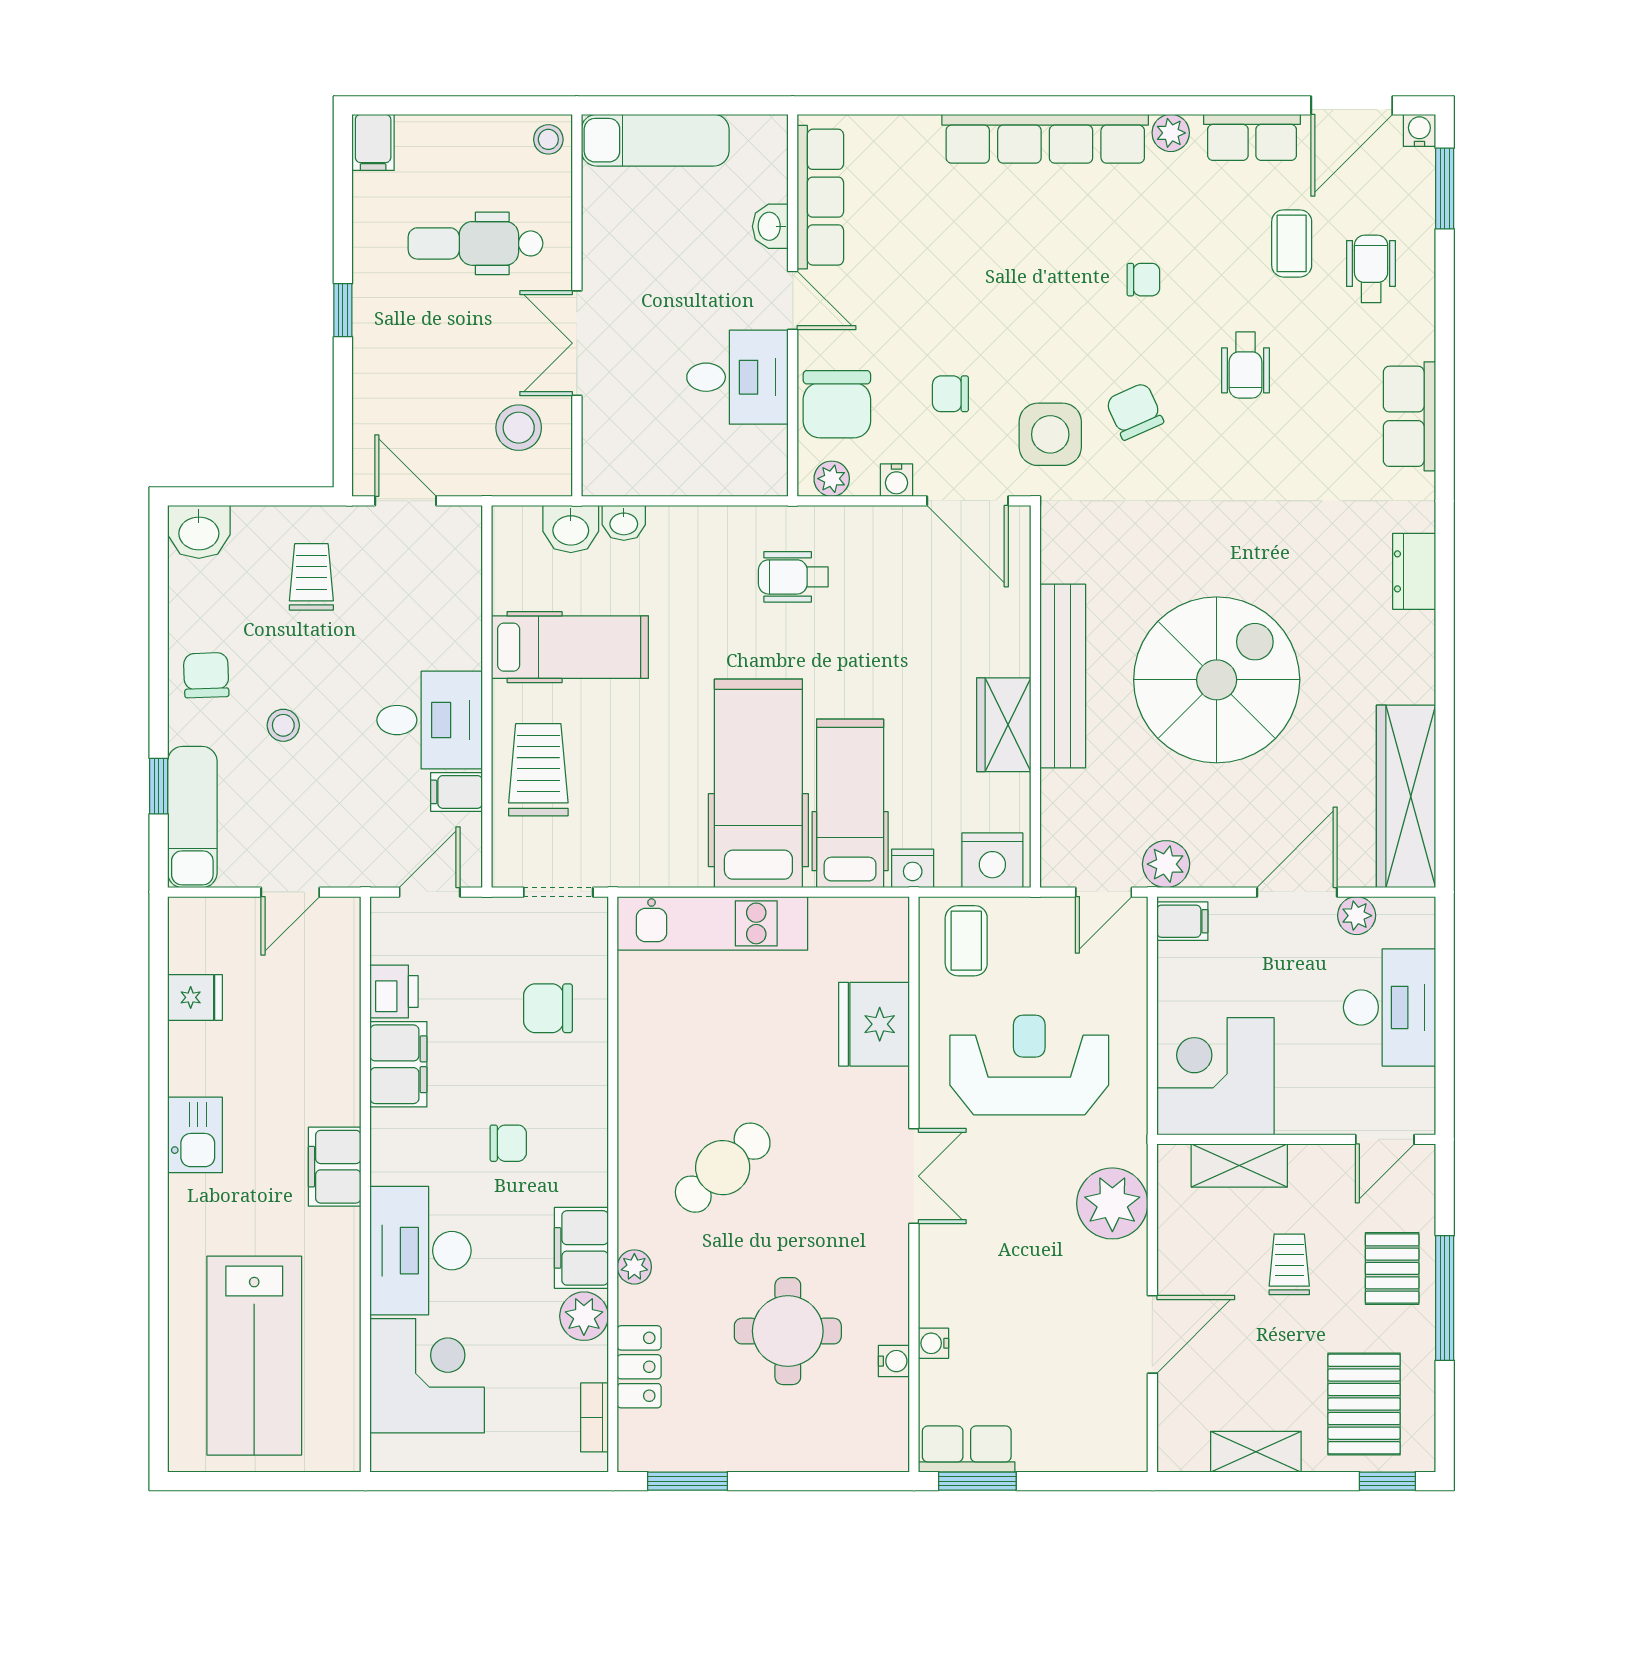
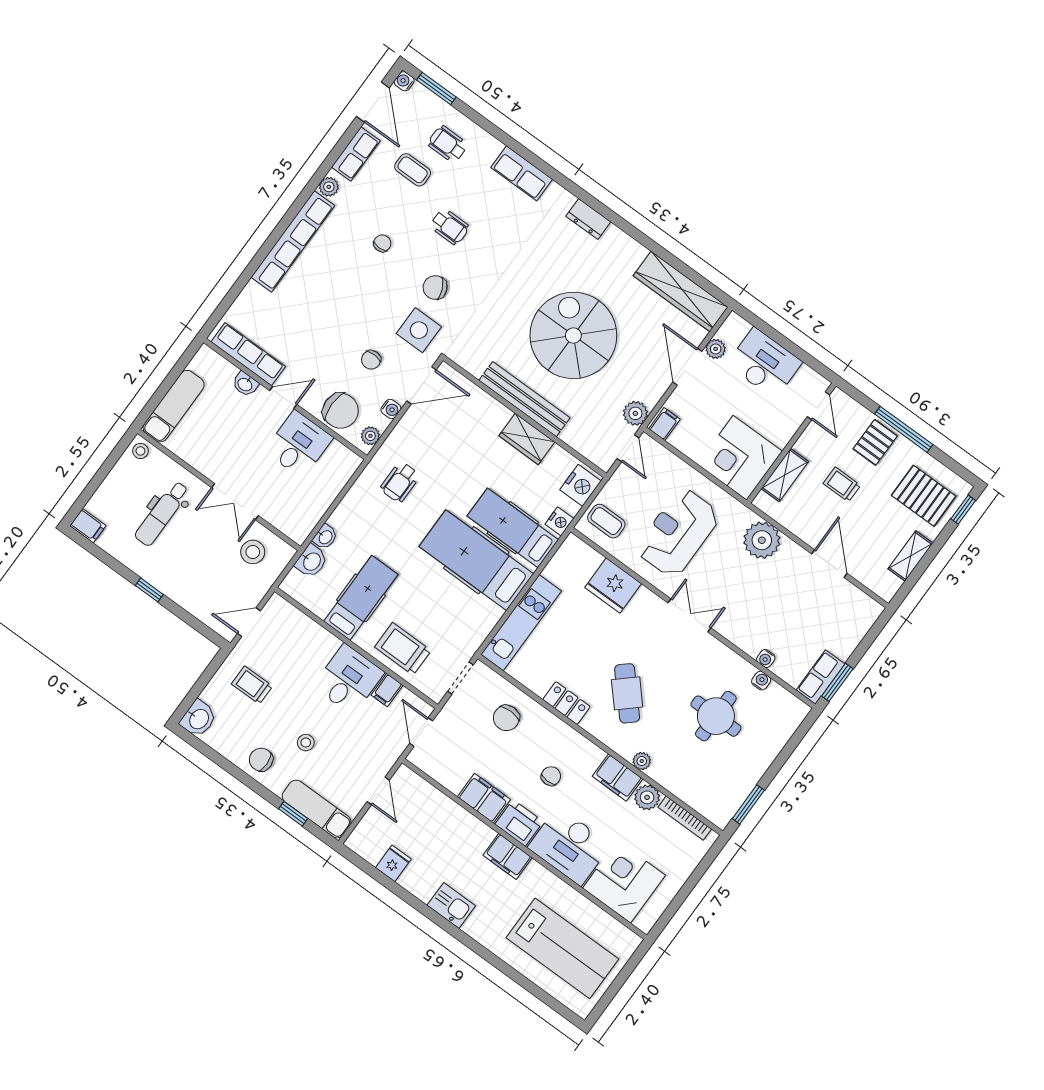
printer: (394, 991) -> (519, 823), moved, width x1.36, depth x1.24
pallet: (1392, 1268) -> (875, 442), turned 90
locker: (639, 1367) -> (566, 703), moved
bookcase: (594, 1417) -> (685, 818), width x1.56

